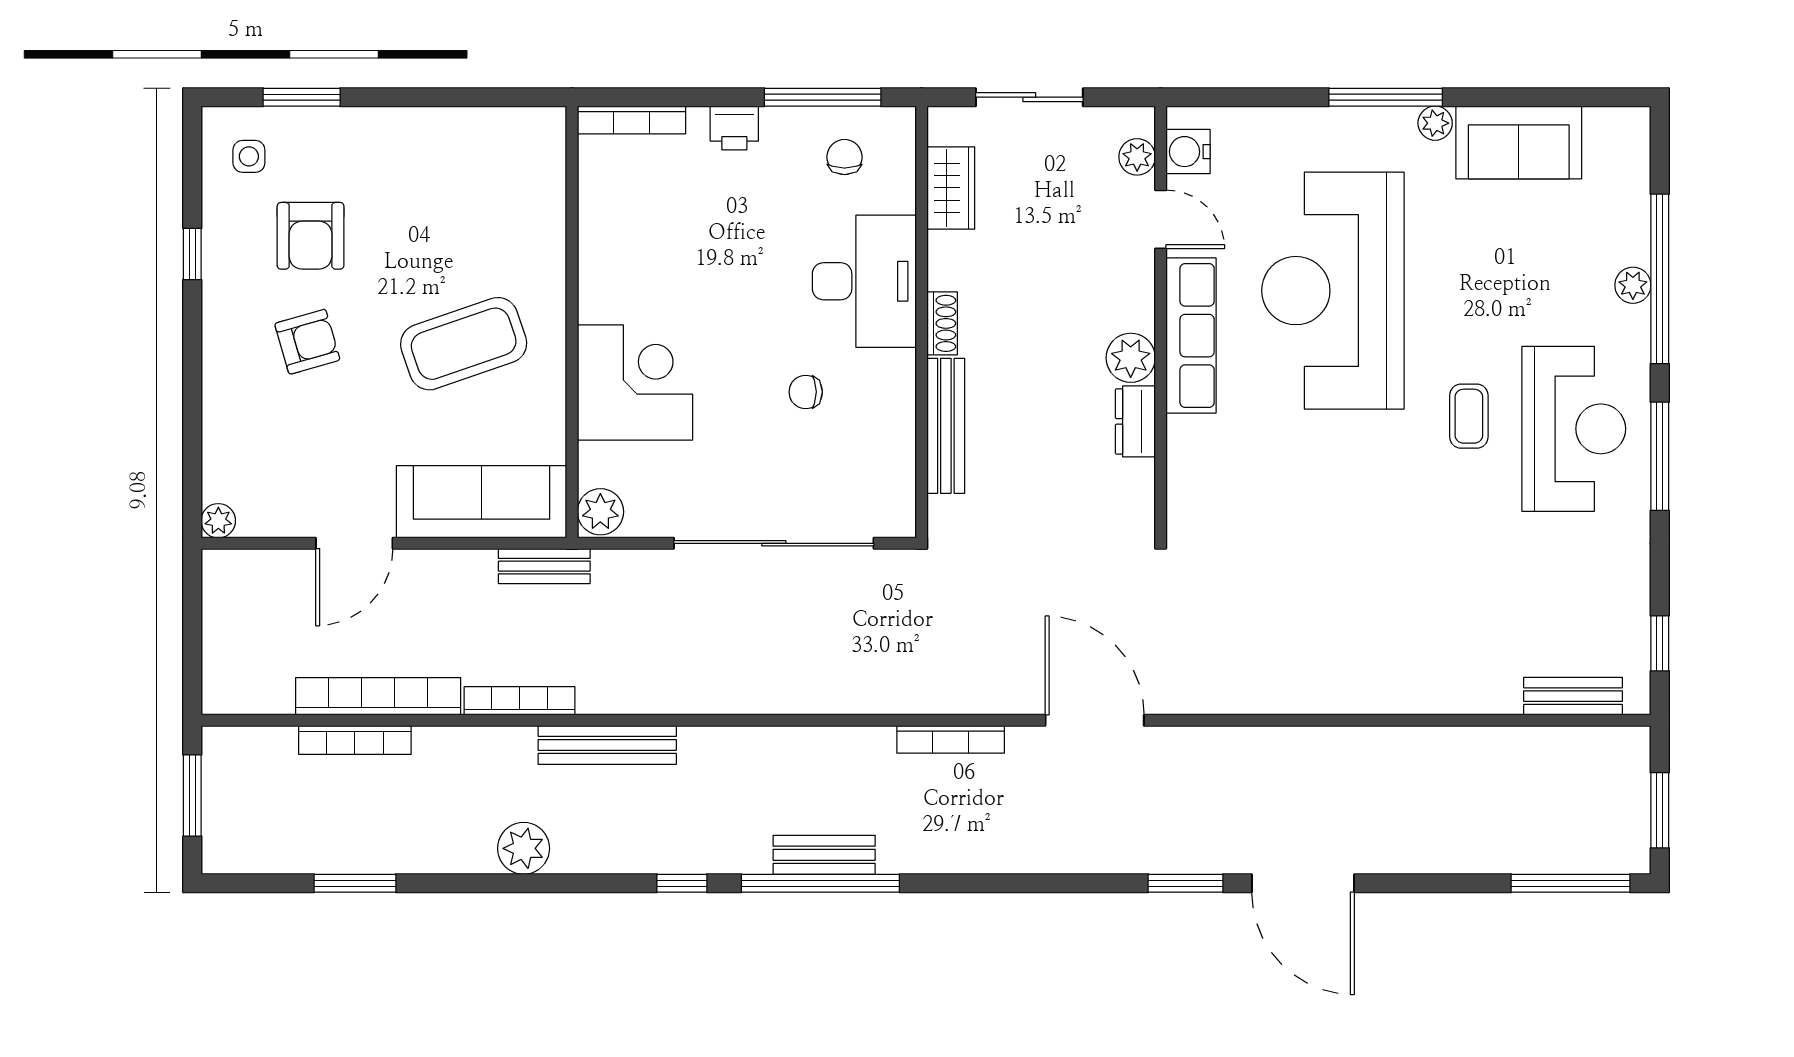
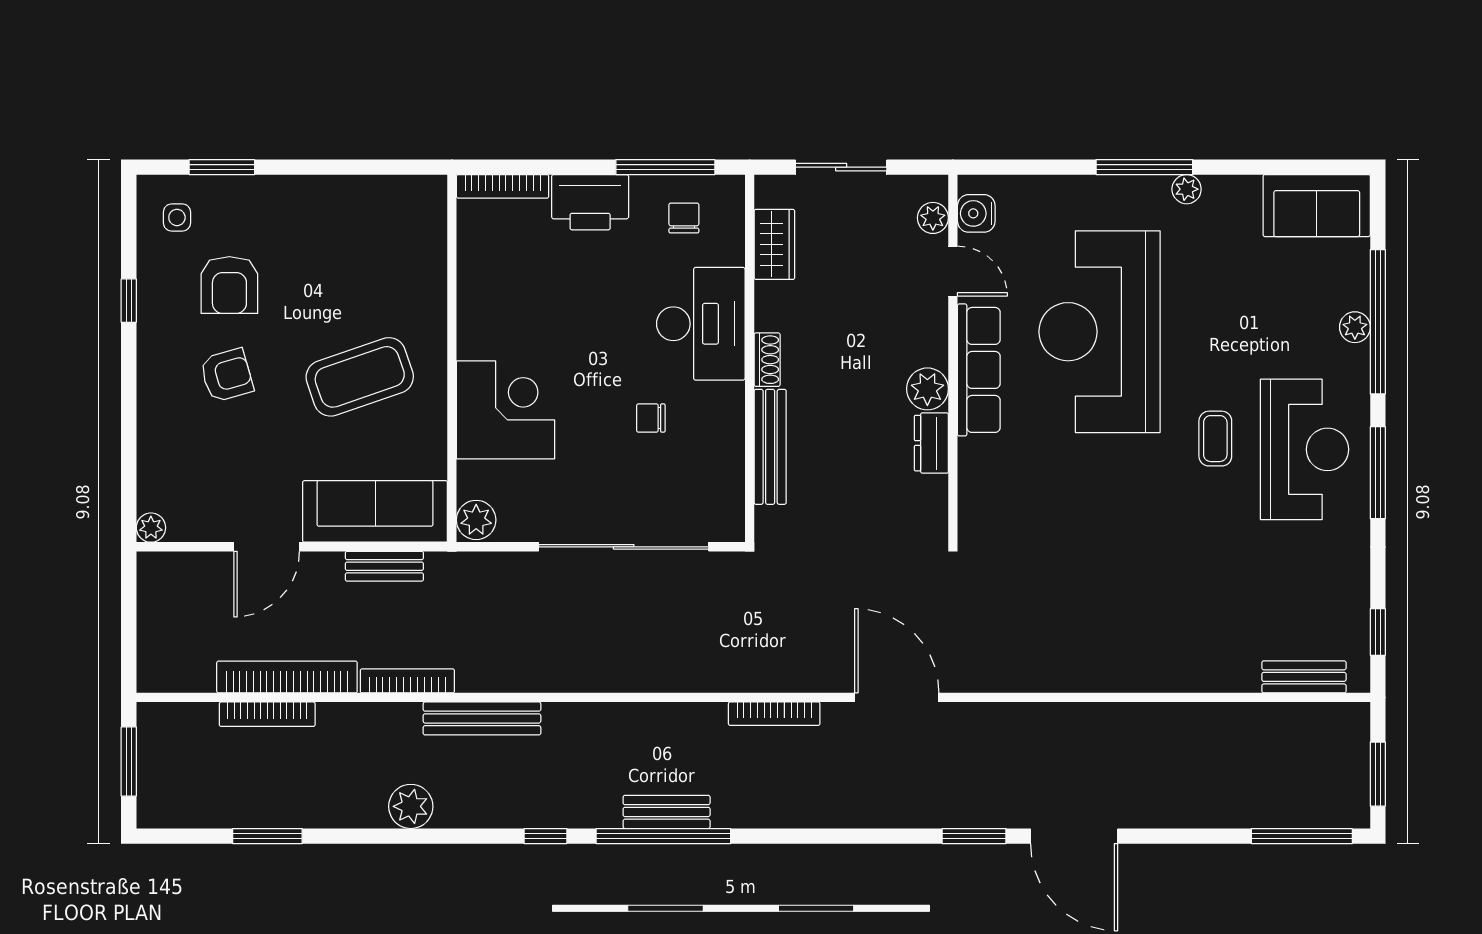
printer: (734, 128) -> (590, 202), width x1.87, depth x1.48
sofa: (1519, 142) -> (1317, 206), moved
bench: (544, 566) -> (384, 566), moved

